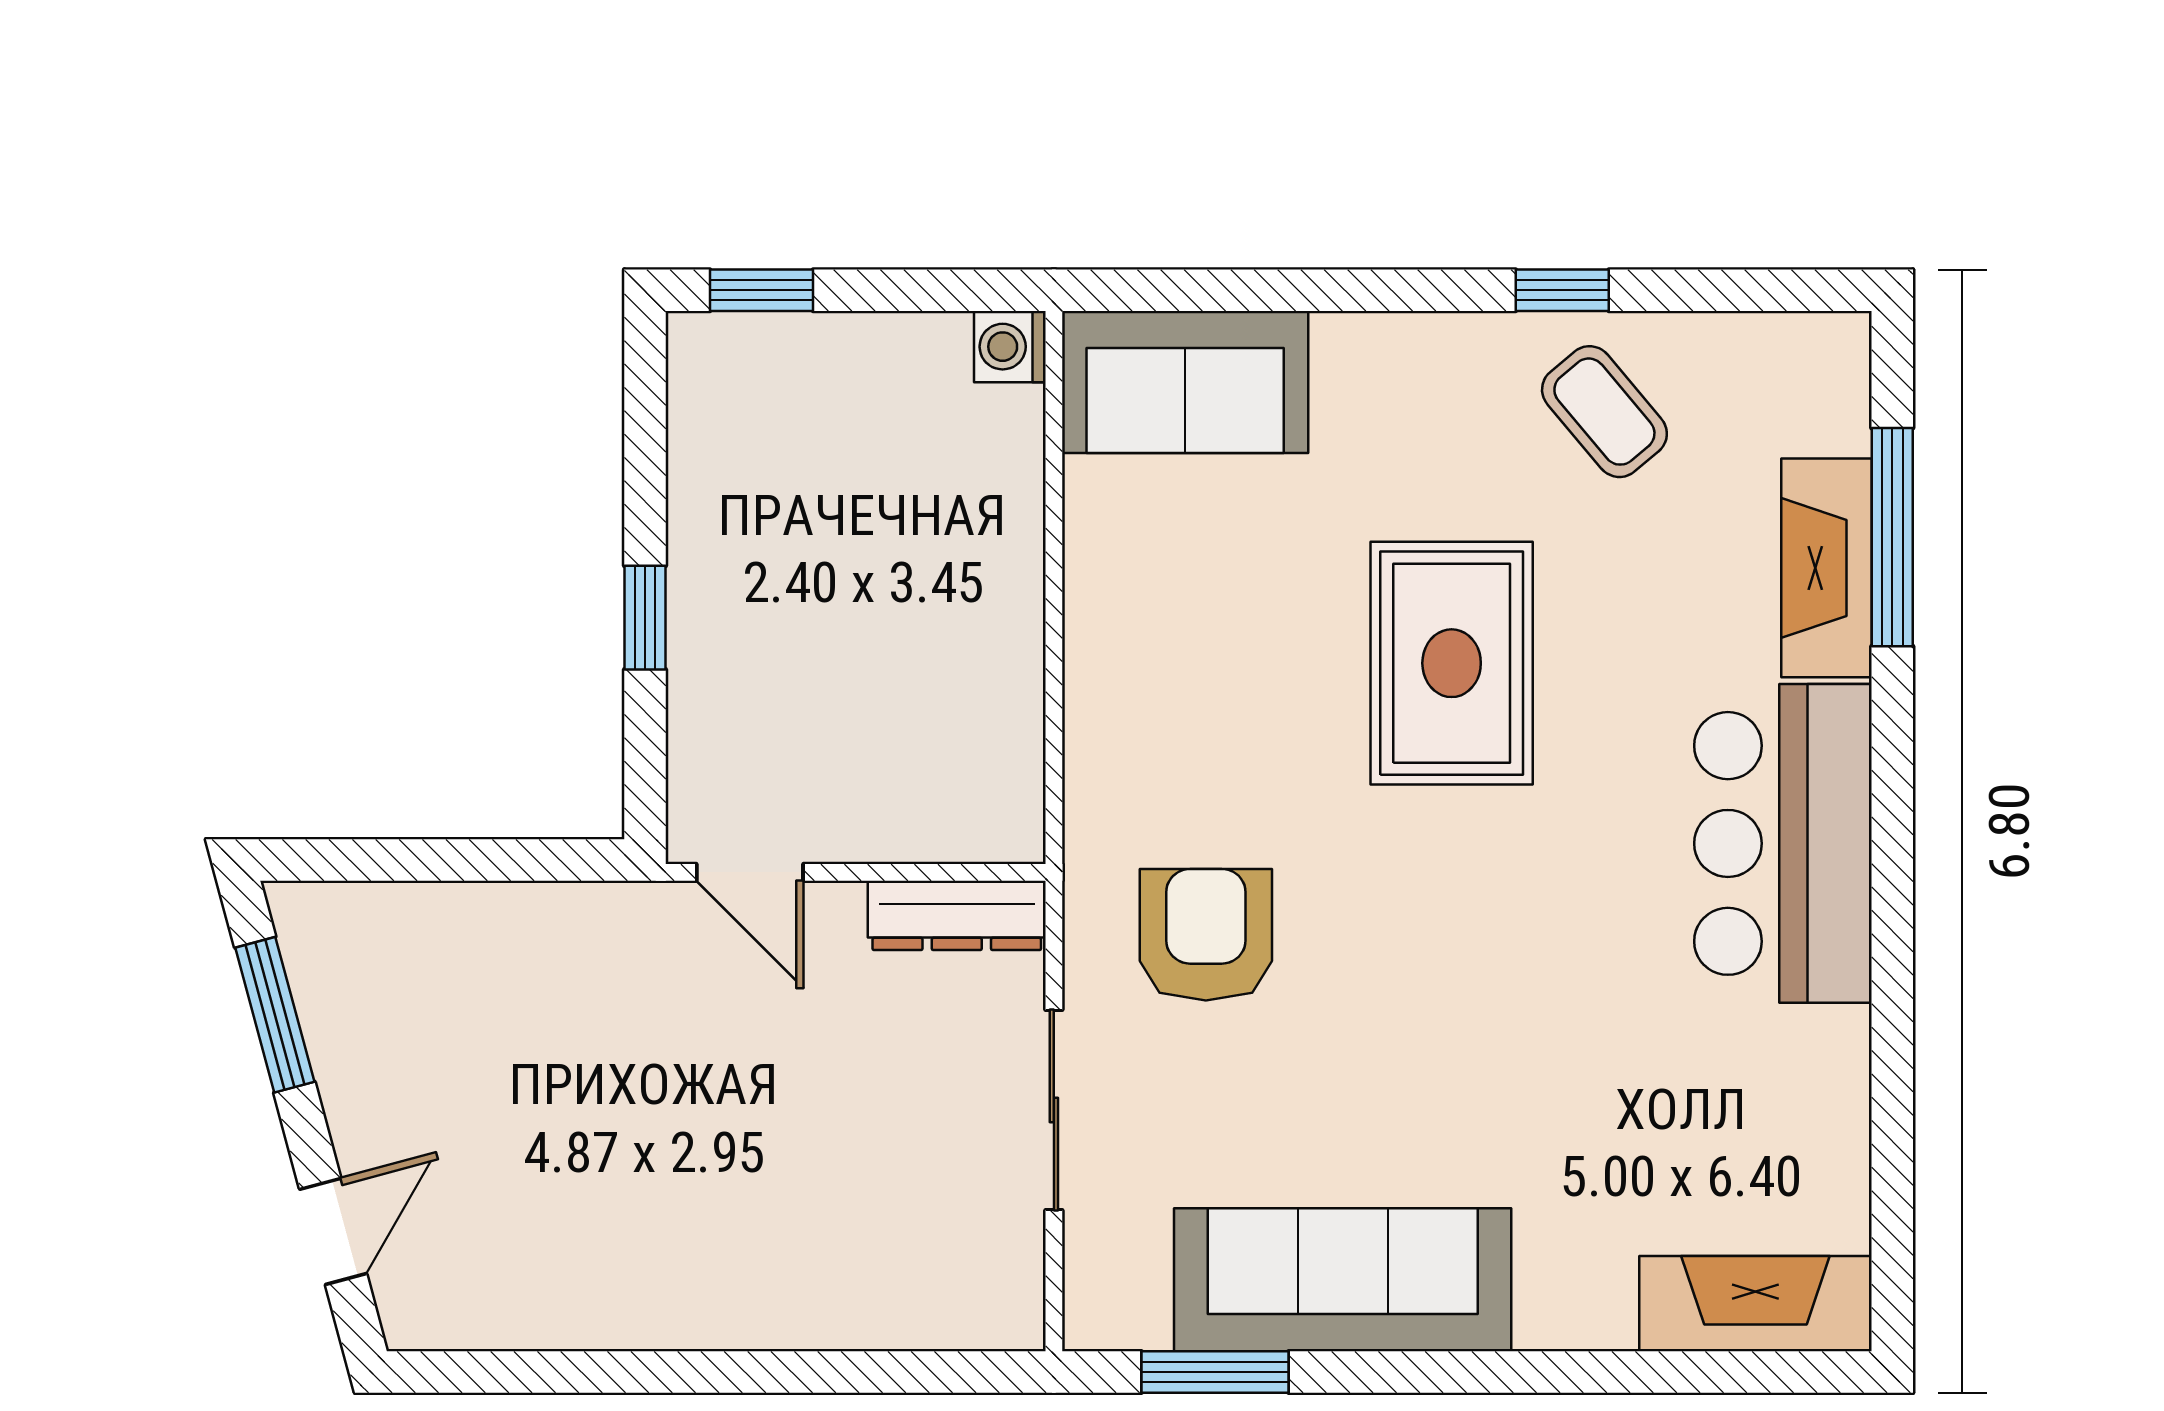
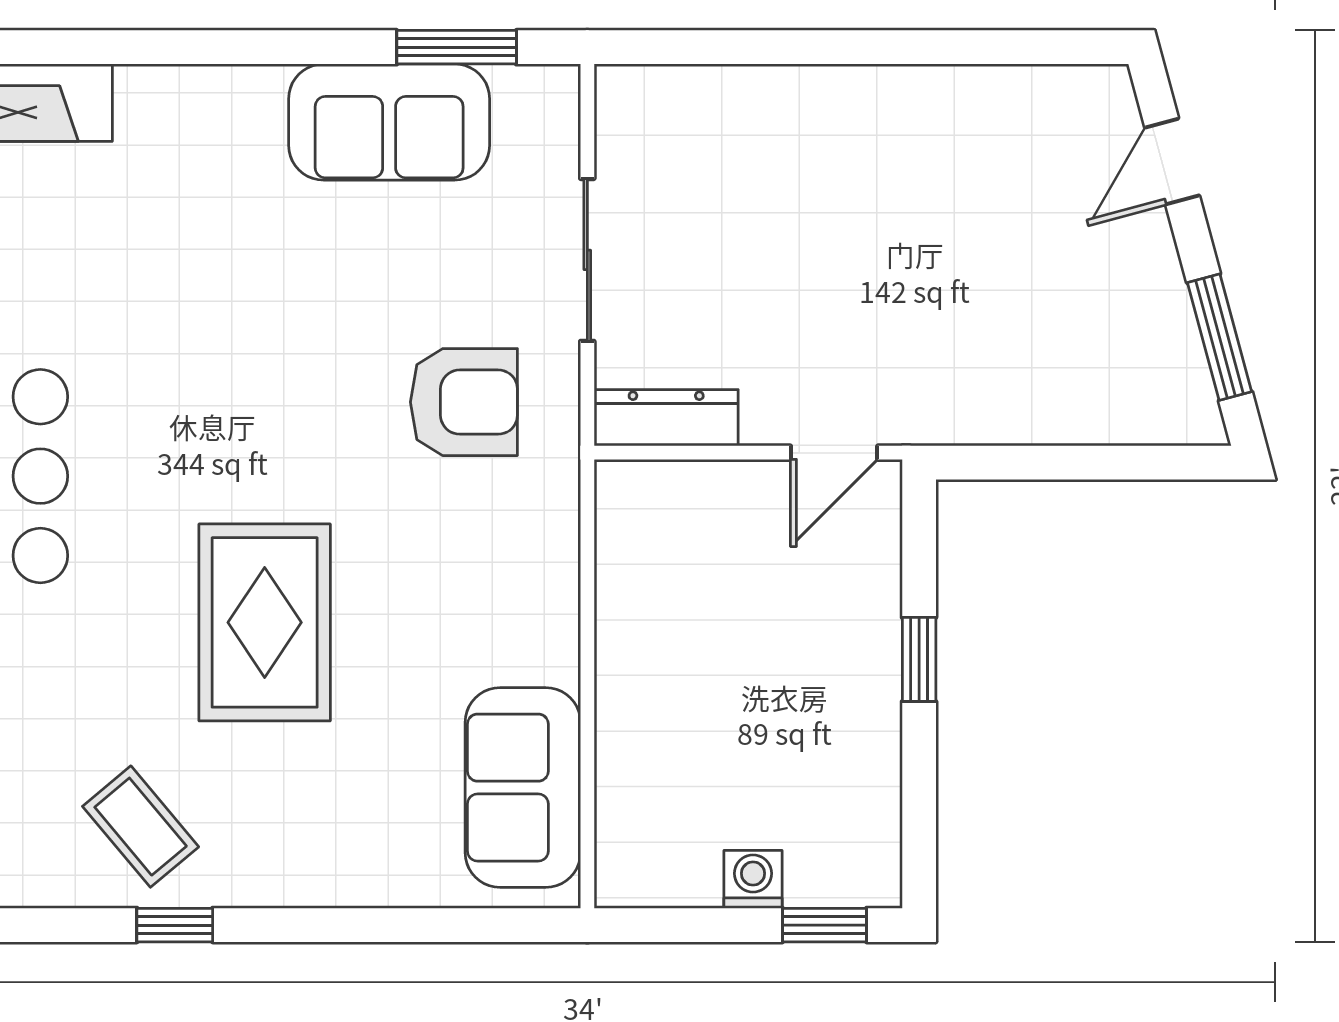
washing machine: (1010, 347) -> (753, 879), moved, turned -90
sofa: (1185, 382) -> (523, 788), moved, turned -90
door: (750, 872) -> (834, 453), swing flipped
armchair: (1206, 935) -> (464, 402), turned -90
sofa: (1343, 1280) -> (389, 122), width x0.73

